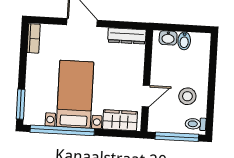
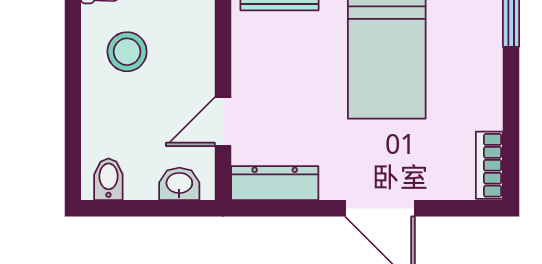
bidet: (184, 41) -> (108, 179), moved
door: (146, 96) -> (223, 122), moved

